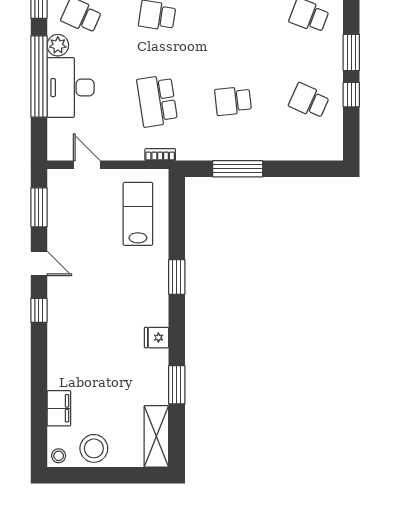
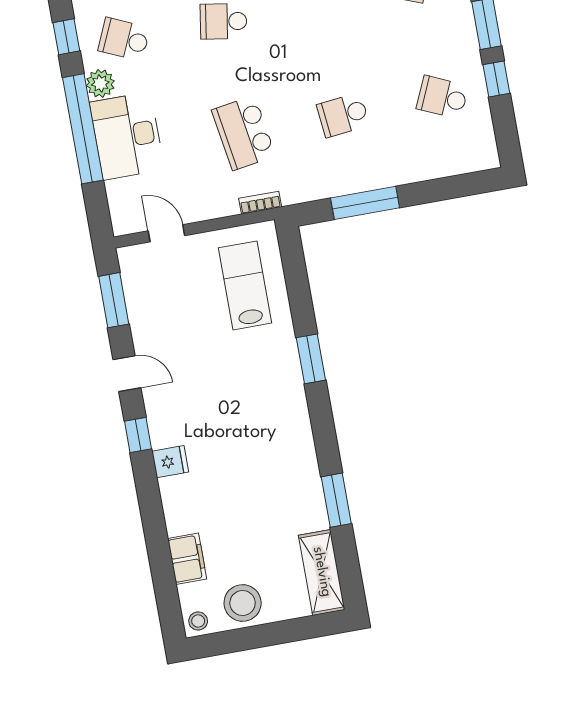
fridge: (157, 338) -> (170, 462), moved, turned 180

